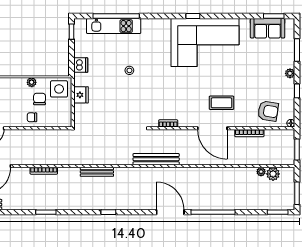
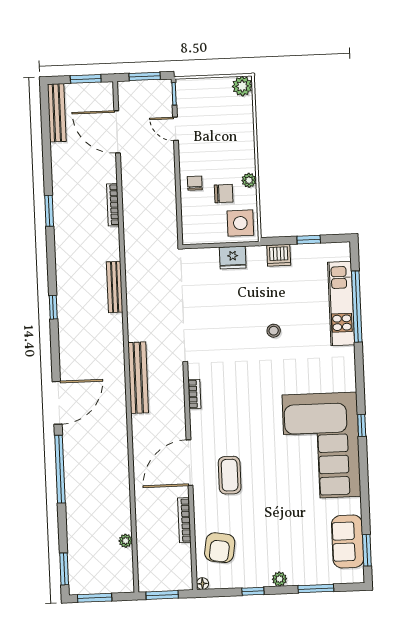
window: (72, 32) -> (309, 240), moved
plant: (273, 174) -> (123, 559), removed

